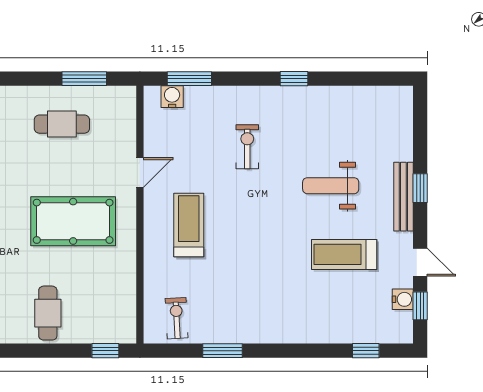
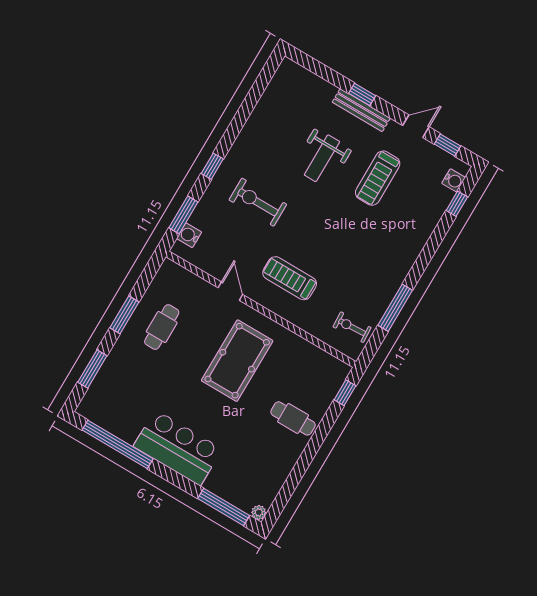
window: (84, 79) -> (124, 315), moved
window: (294, 79) -> (212, 166), moved
exercise bike: (247, 147) -> (258, 202), width x1.38, depth x1.39
water cooler: (403, 299) -> (454, 180), moved, turned 90
window: (222, 351) -> (395, 308), width x1.44

